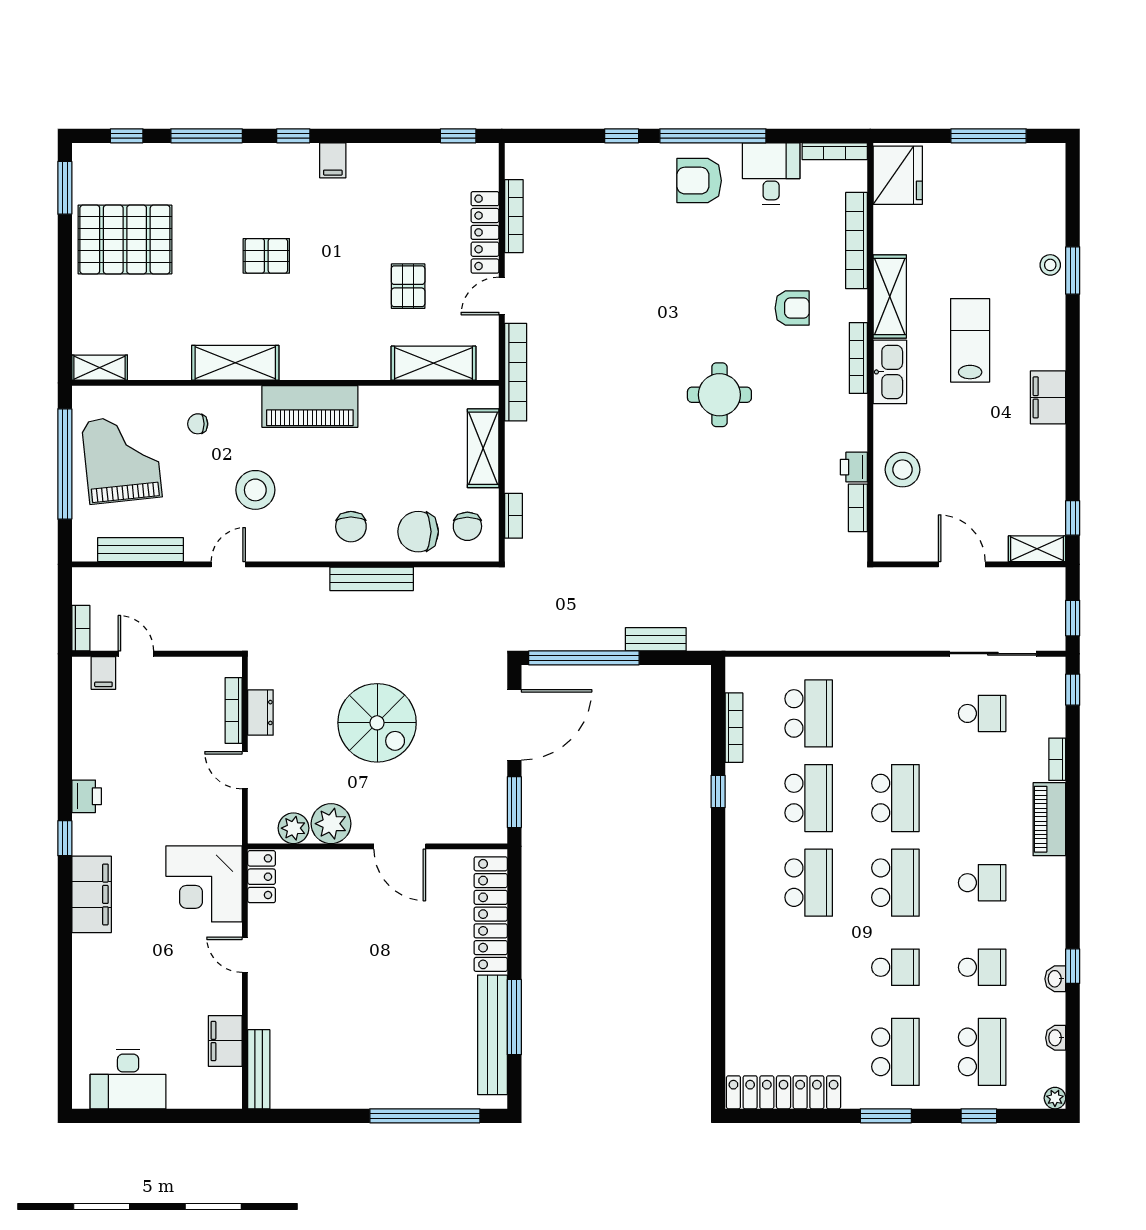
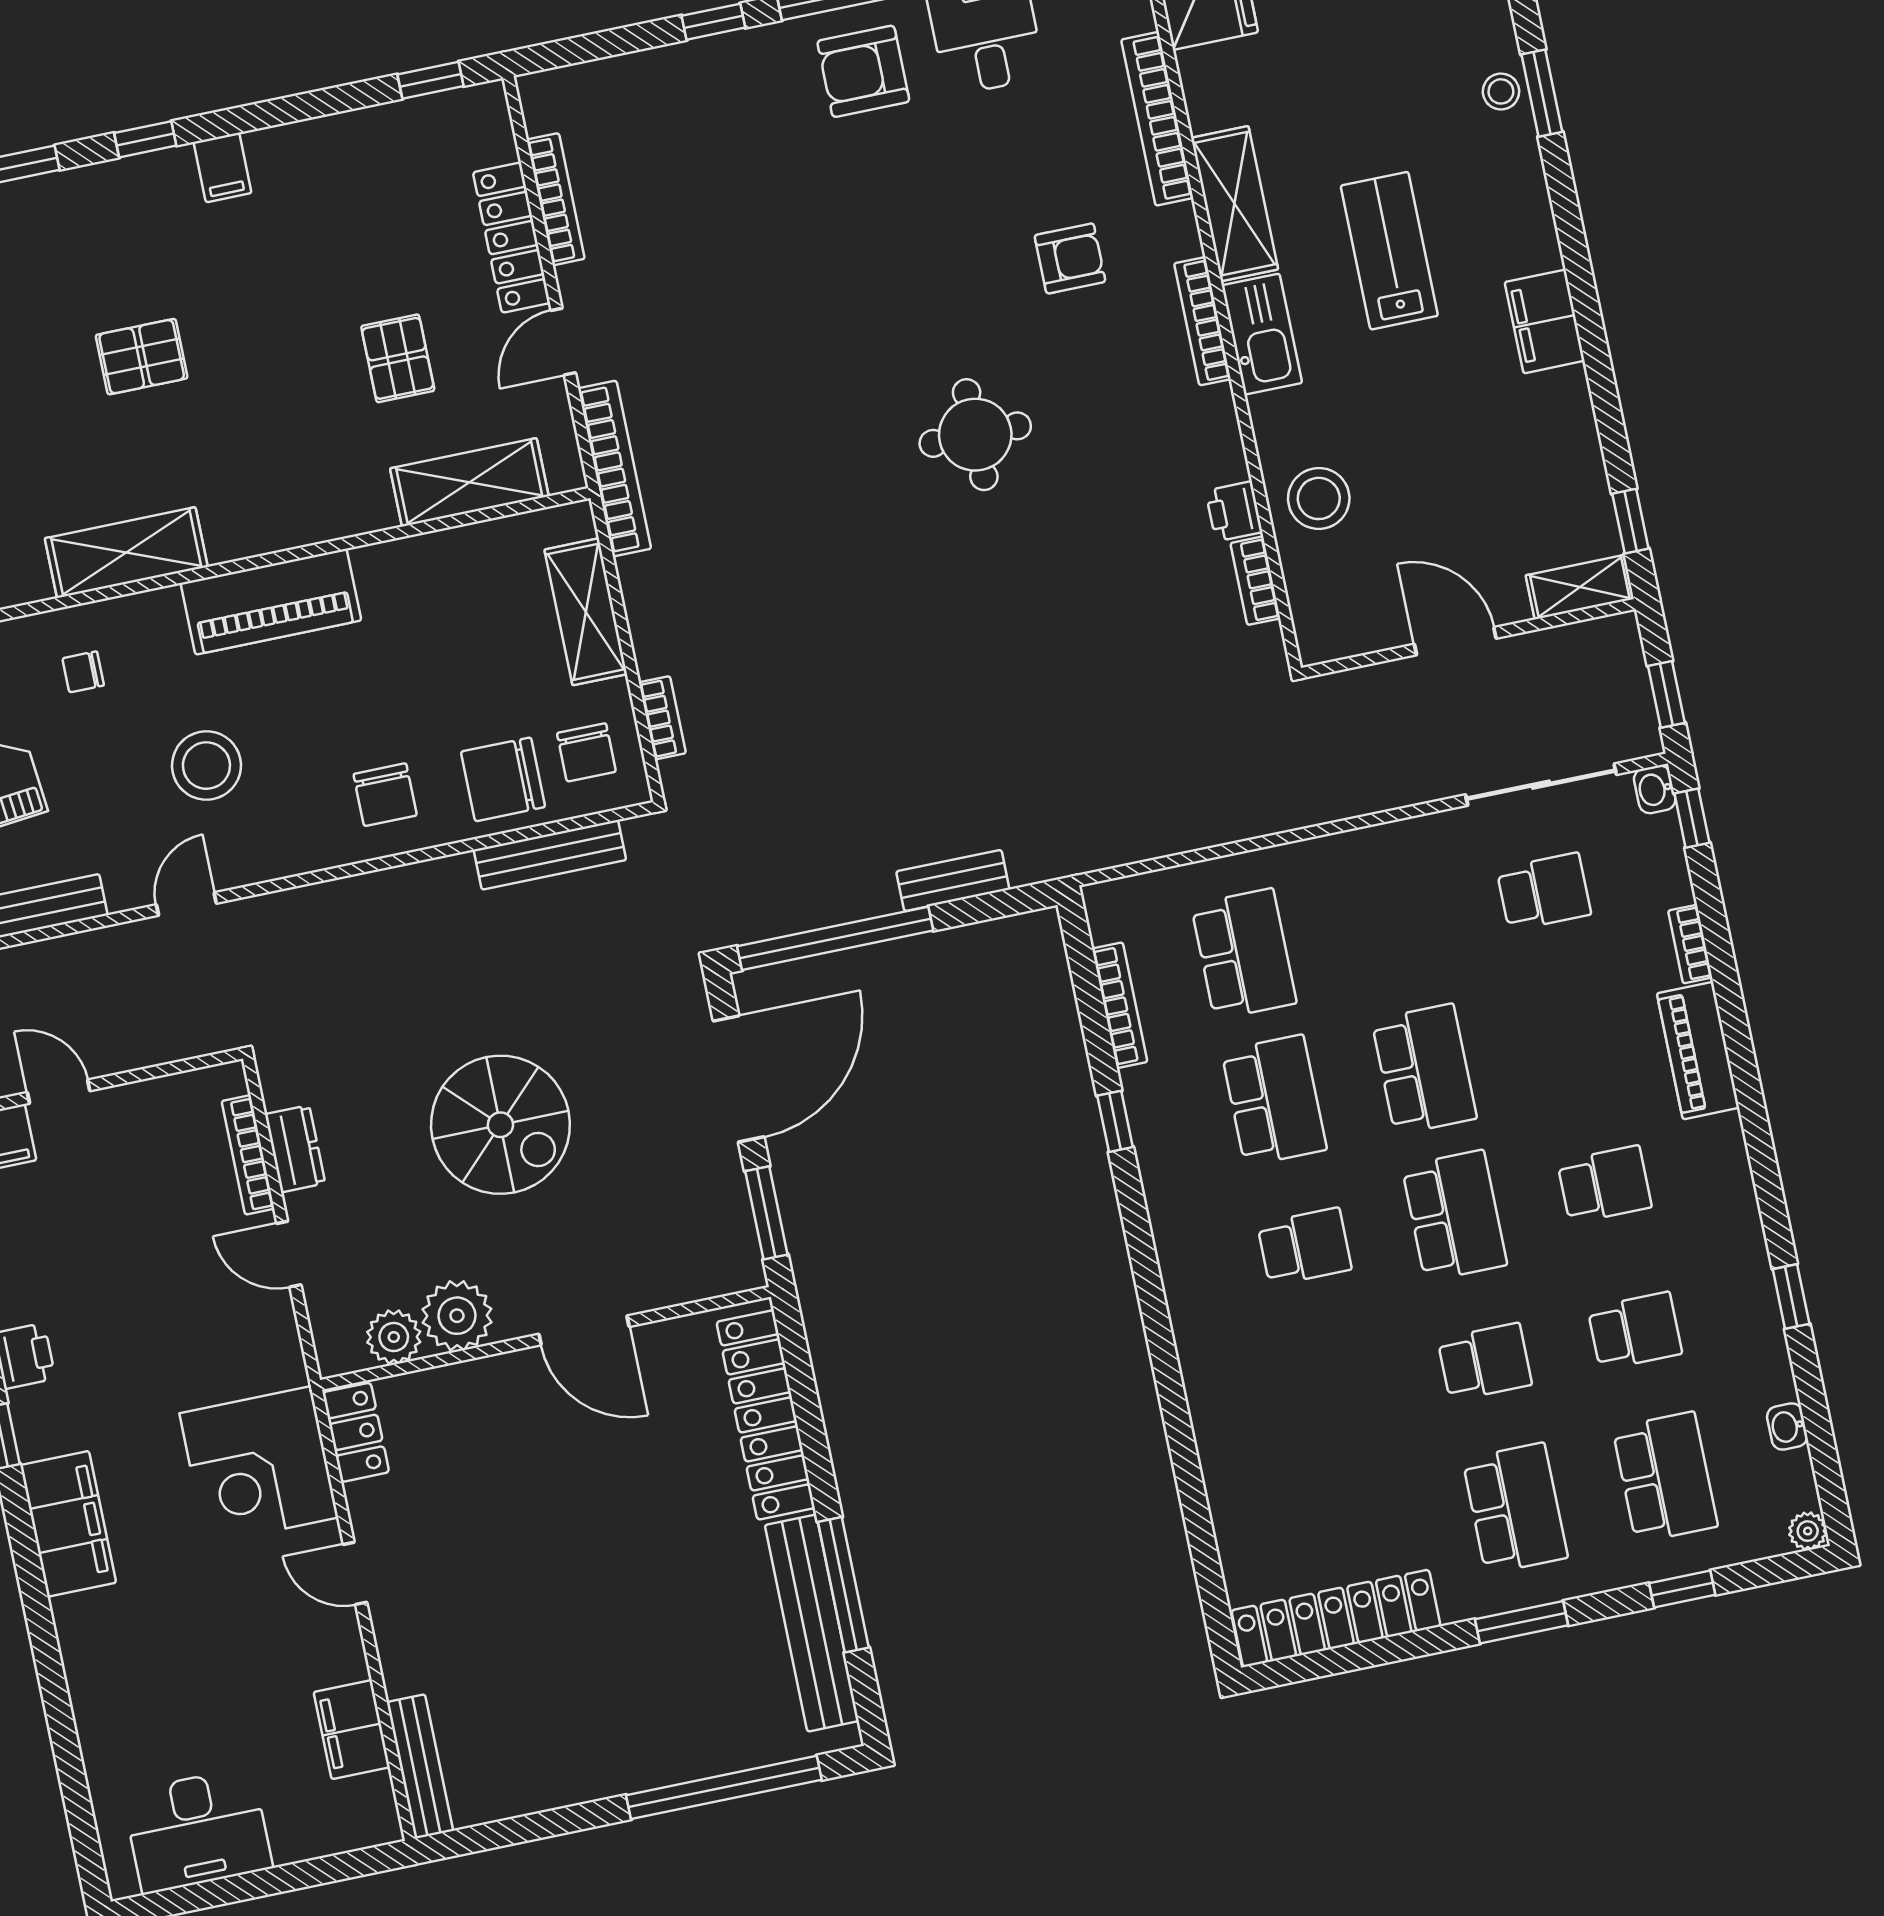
bench: (372, 579) -> (550, 855), moved
school desk: (809, 883) -> (1304, 1247), width x0.54
washbasin: (1055, 979) -> (1655, 789), moved

